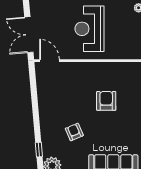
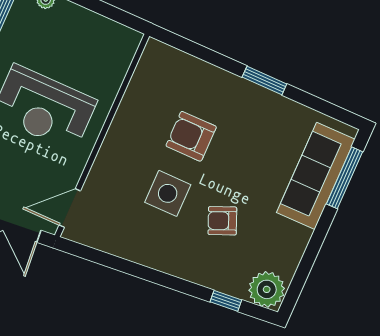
side table: (76, 102) -> (168, 193), added

